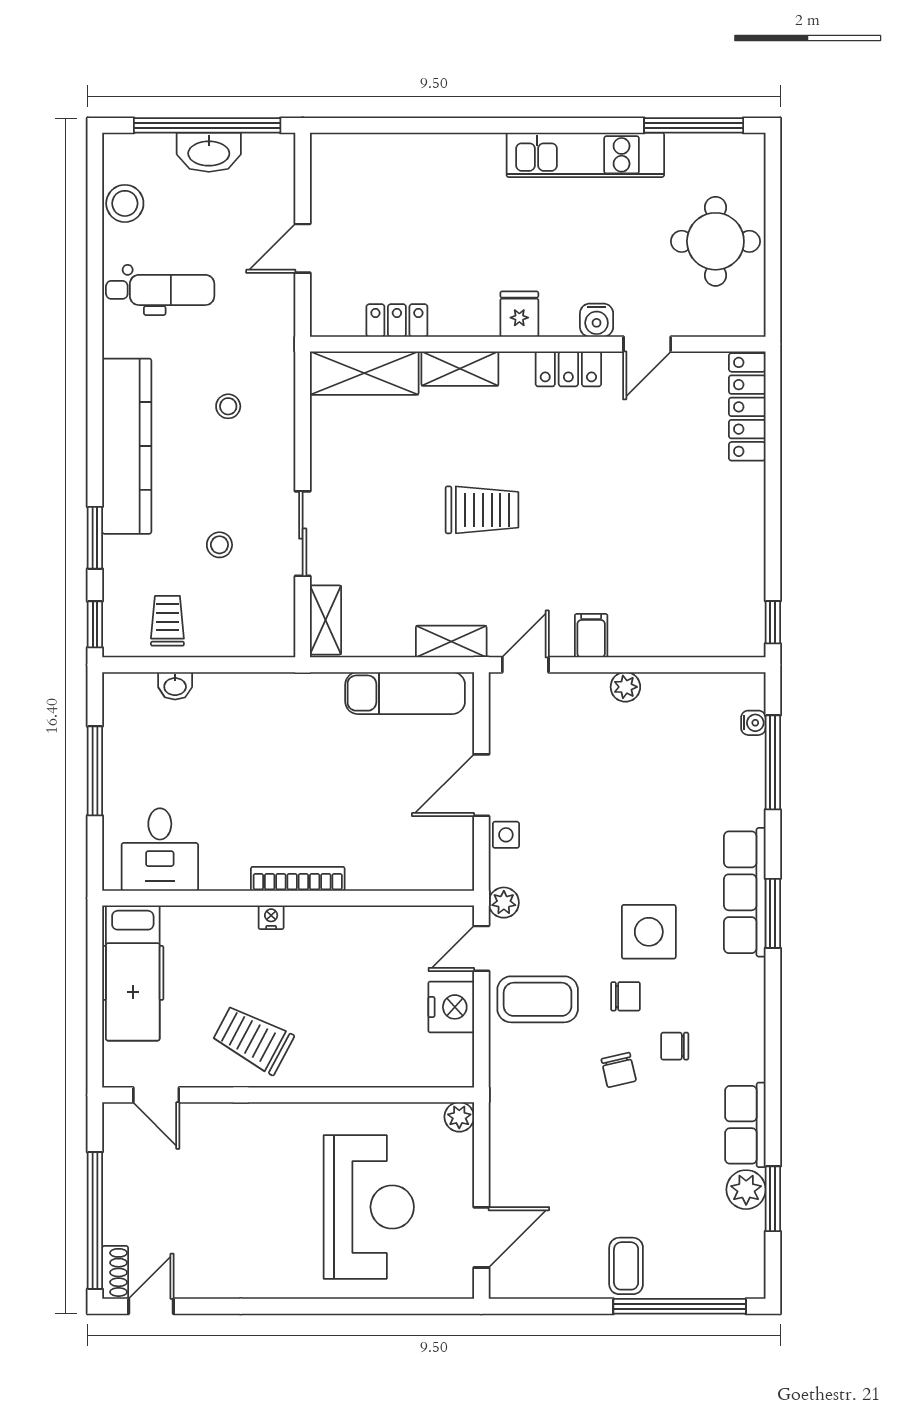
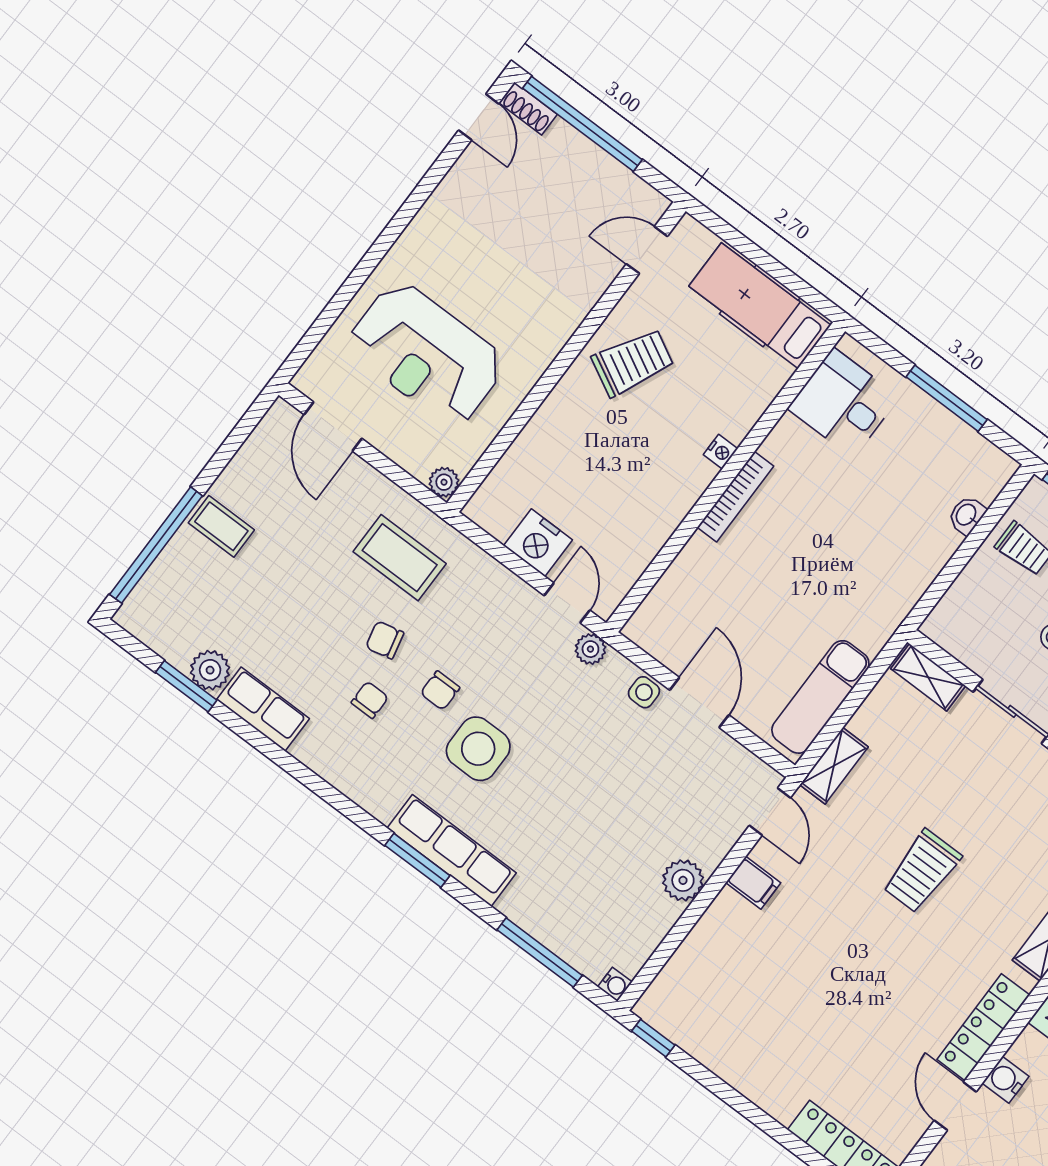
locker: (568, 369) -> (983, 1027), width x1.53
plant: (625, 687) -> (683, 880), width x1.38, depth x1.38
water cooler: (753, 723) -> (615, 984), moved, turned -90
coffee table: (538, 999) -> (400, 558), moved, turned 90

